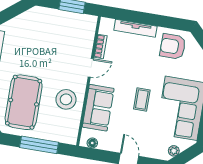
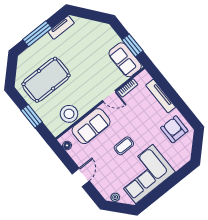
sofa: (77, 24) -> (125, 60), added
stool: (66, 99) -> (69, 114), moved
window: (39, 145) -> (32, 116), width x0.69

